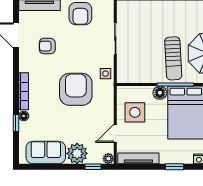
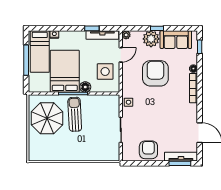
armchair: (47, 46) -> (175, 124), removed
armchair: (76, 89) -> (155, 73), moved, turned 180
window: (16, 123) -> (200, 47), moved
window: (93, 167) -> (157, 28), moved
window: (174, 167) -> (92, 28), moved

